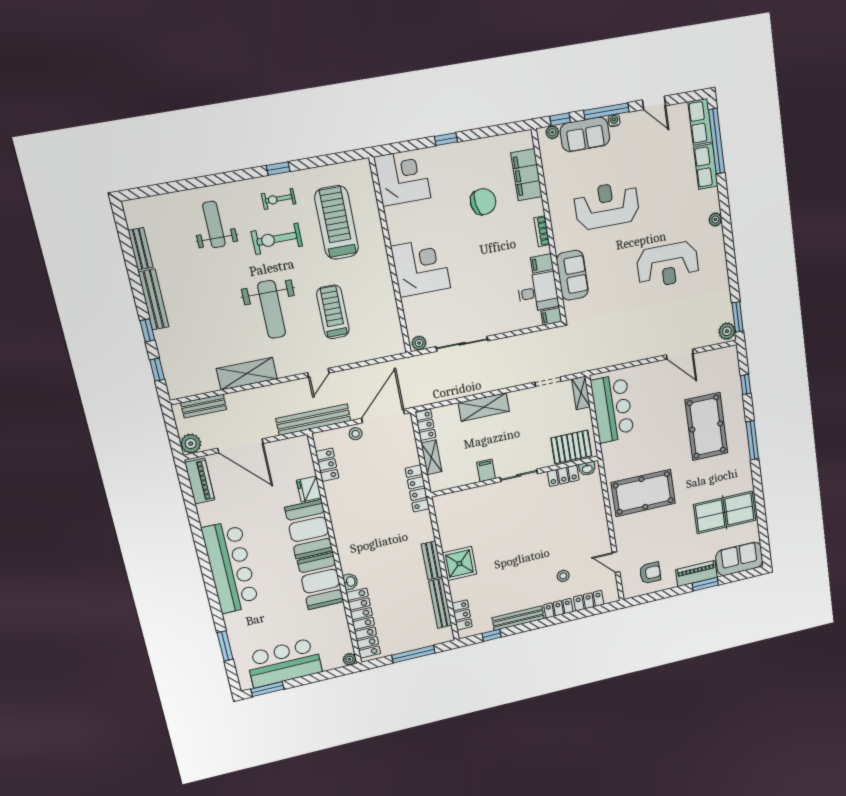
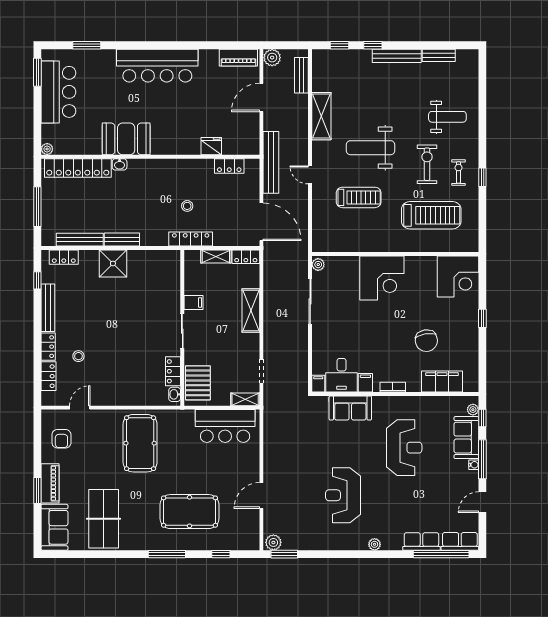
stool: (356, 434) -> (187, 206), moved
door: (240, 446) -> (261, 97), width x0.73
booth: (309, 529) -> (175, 139), removed

